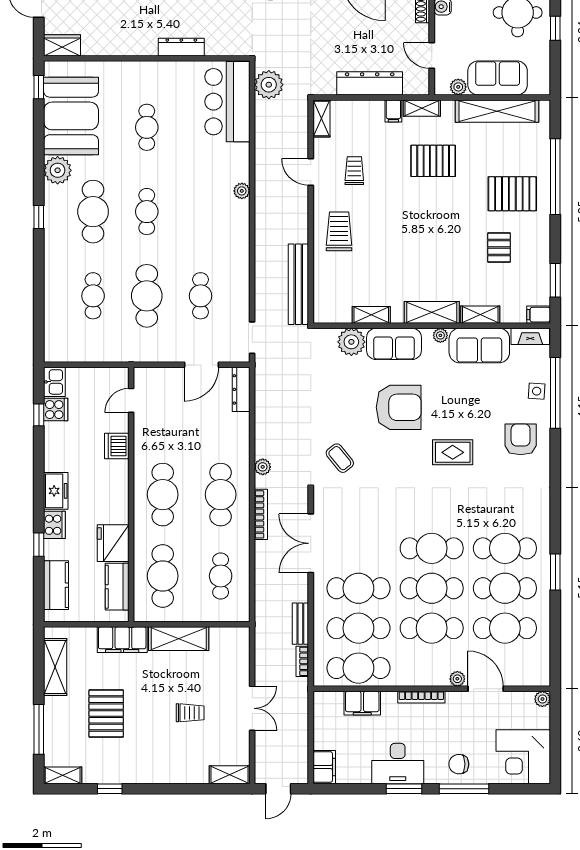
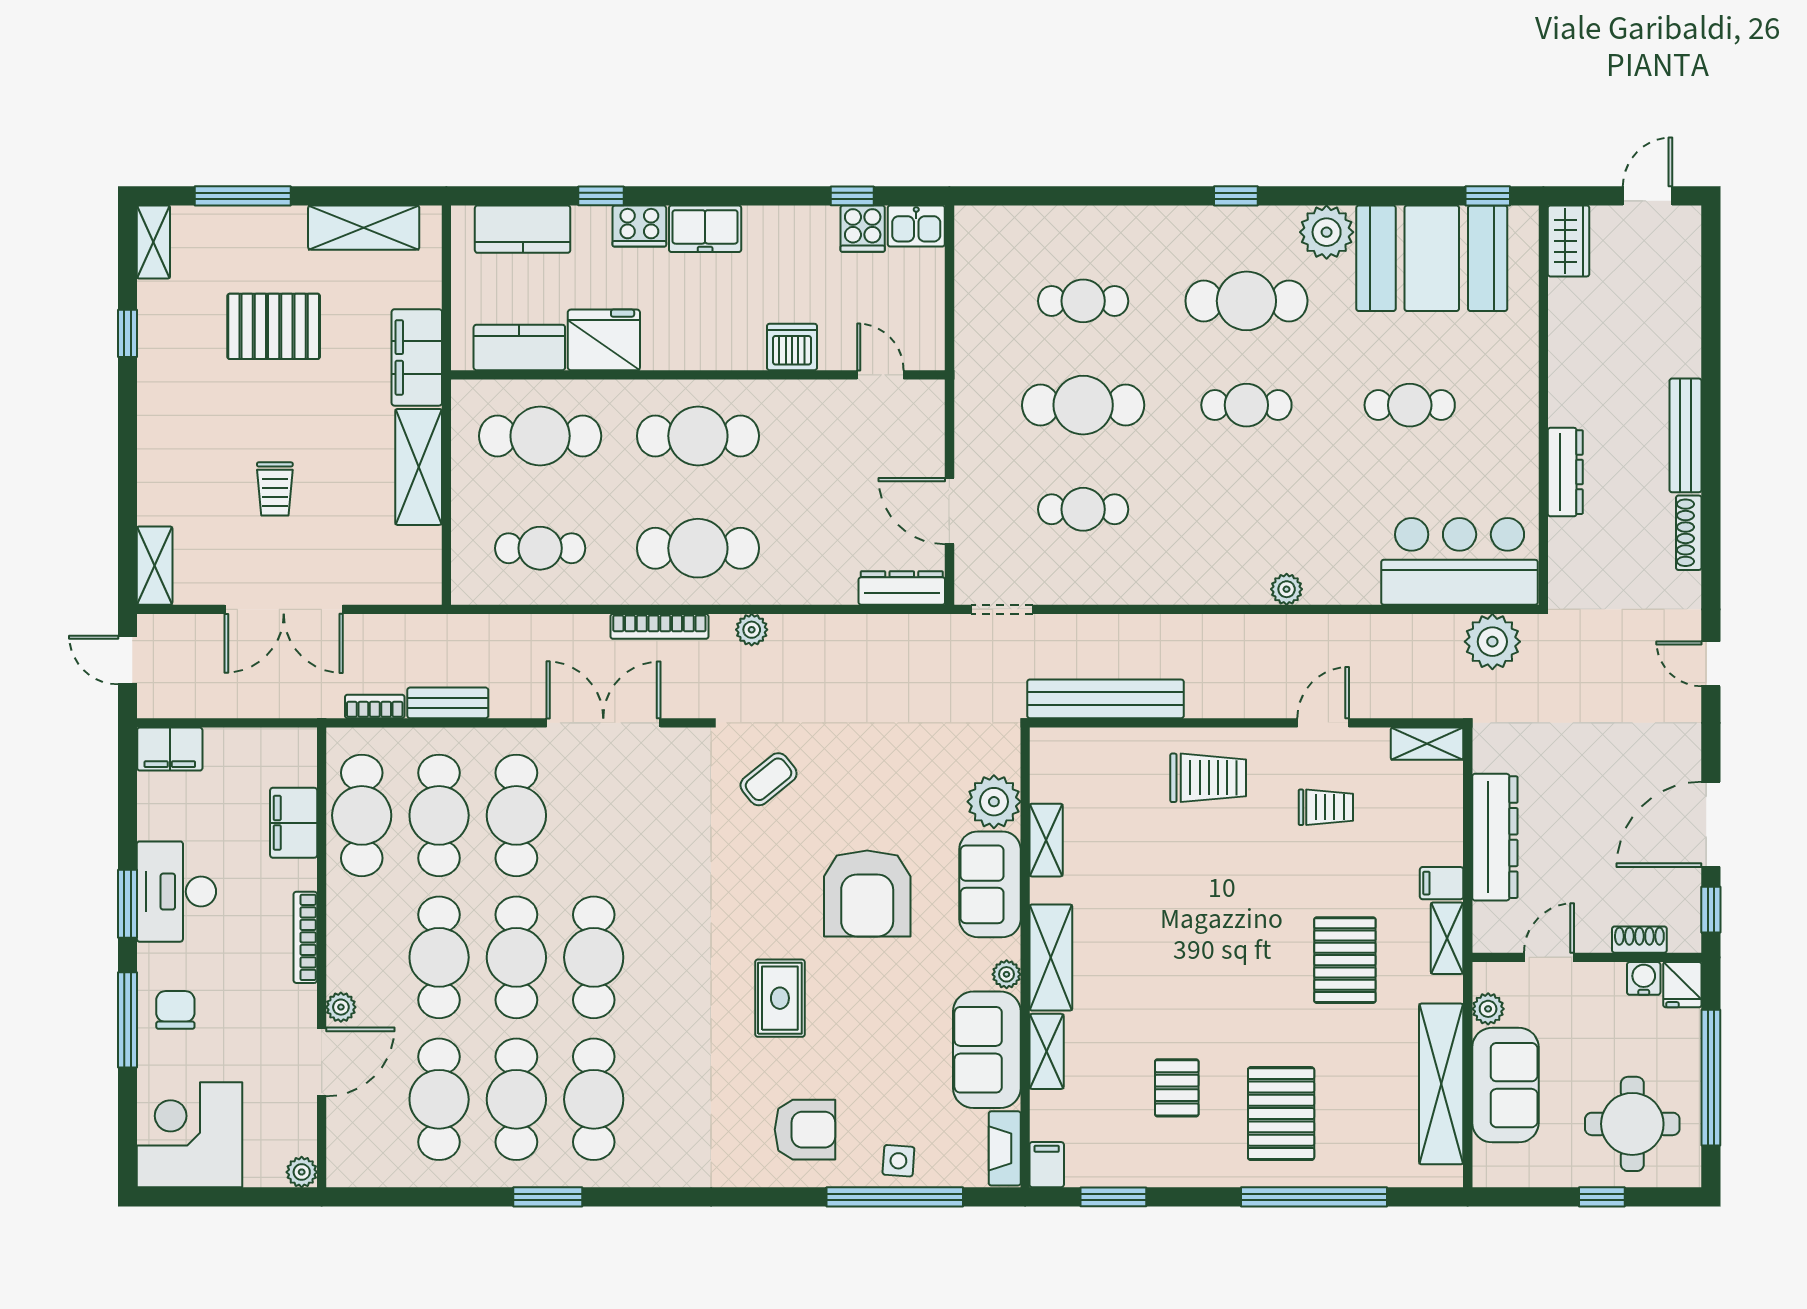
pallet: (499, 248) -> (1177, 1088), turned 90
double door: (252, 708) -> (284, 609), width x1.37

